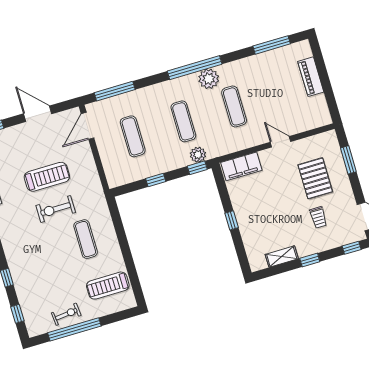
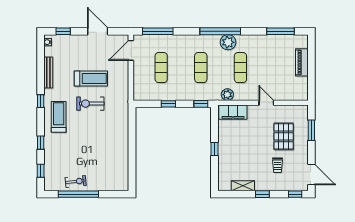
plant: (198, 155) -> (227, 95), moved
exercise mat: (86, 239) -> (105, 131), removed
treadmill: (108, 286) -> (59, 117), moved, turned 90

